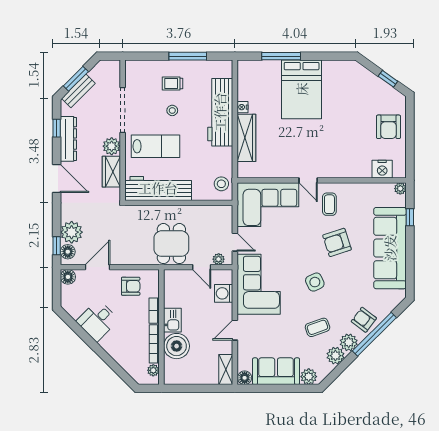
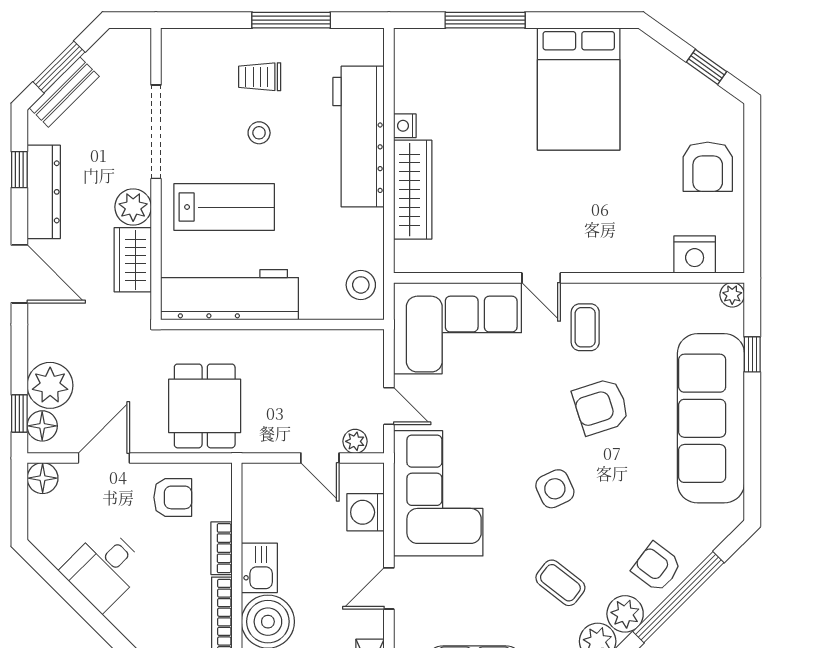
bed: (302, 89) -> (579, 89), moved
dining table: (171, 244) -> (205, 406), moved
coffee table: (317, 327) -> (560, 583), turned 58

